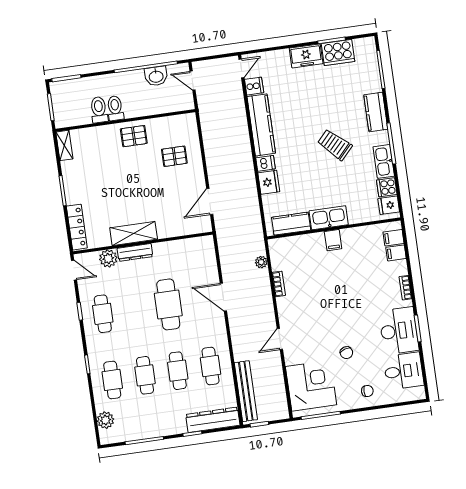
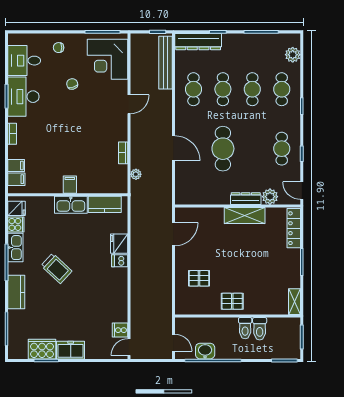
kitchen counter: (261, 125) -> (119, 295), removed

